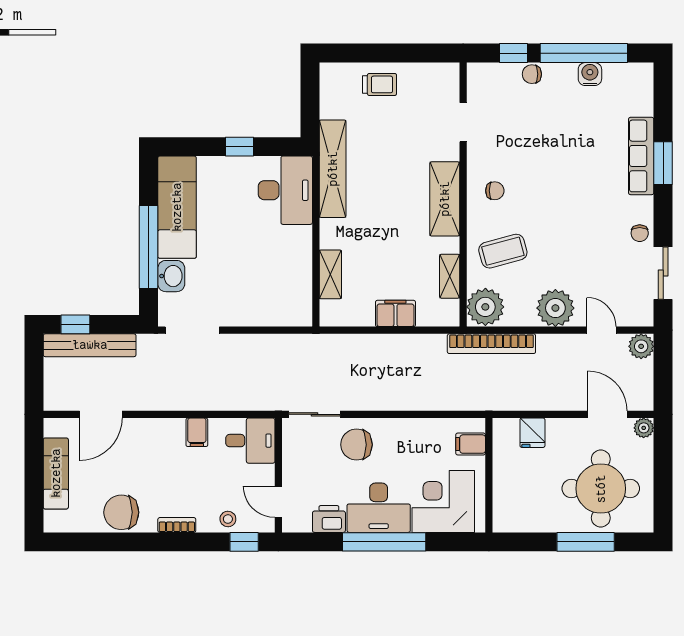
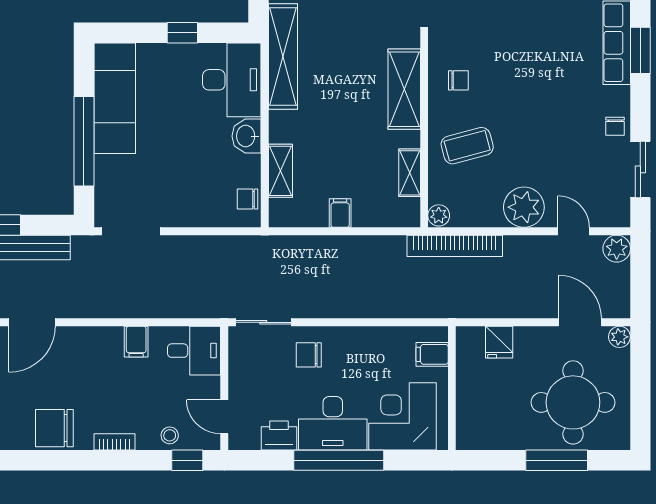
washbasin: (171, 276) -> (247, 136), moved, turned 180
chair: (300, 300) -> (247, 199), added
plant: (485, 307) -> (439, 215), width x0.53, depth x0.53
filing cabinet: (395, 313) -> (340, 213), width x0.50
chair: (356, 445) -> (309, 355), width x0.73, depth x0.73

